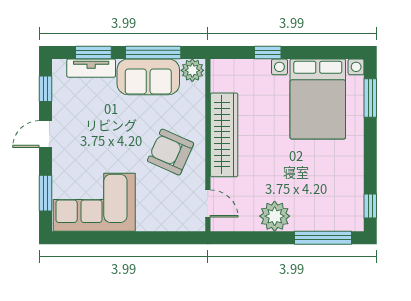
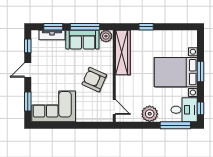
window: (370, 98) -> (201, 71), moved
bed with nightstands: (318, 99) -> (176, 72), moved, turned 90
wardrobe: (224, 135) -> (123, 52), moved
desk: (339, 209) -> (184, 110), added

